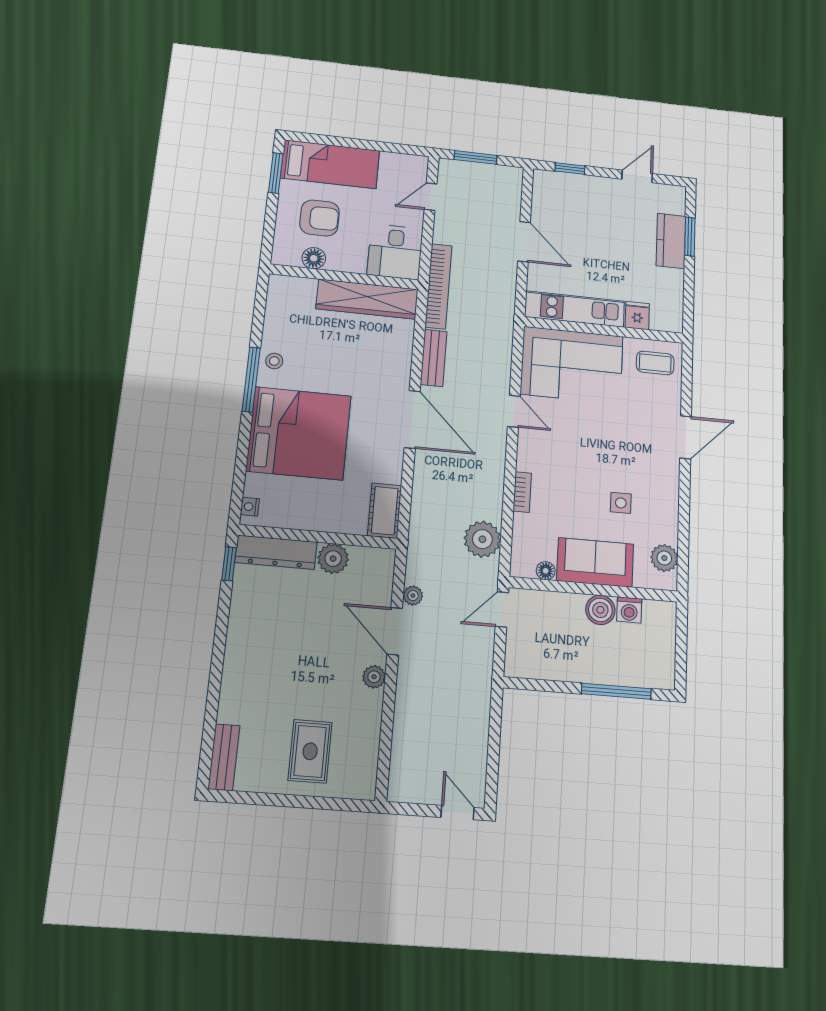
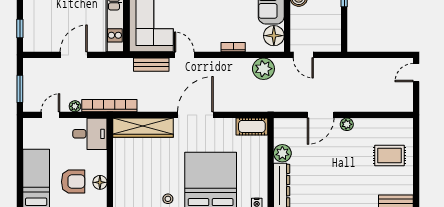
door: (431, 197) -> (50, 115), swing flipped
armchair: (320, 218) -> (73, 182), turned 90
wardrobe: (367, 299) -> (143, 128), moved, turned 90
bench: (434, 358) -> (151, 65), moved
door: (514, 411) -> (184, 55), hinge flipped
floor lamp: (546, 571) -> (274, 36), width x1.89, depth x1.89
plant: (413, 596) -> (75, 106), moved

